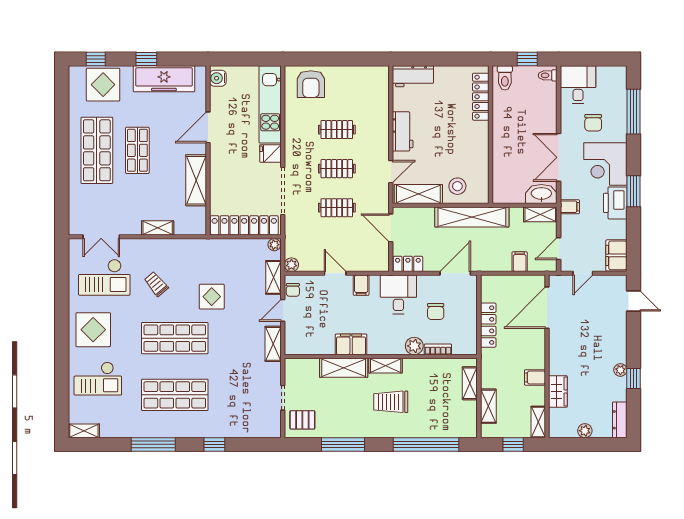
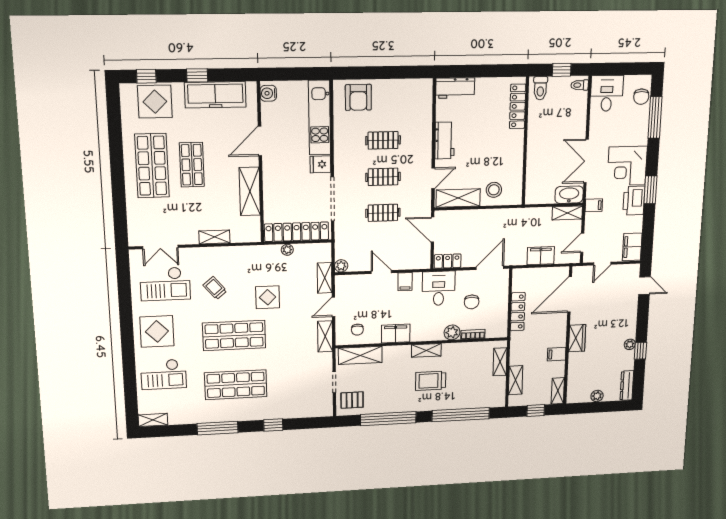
chair: (593, 123) -> (641, 97), moved
shelving: (472, 217) -> (506, 217), removed
plant: (274, 245) -> (287, 250), moved
filing cabinet: (520, 262) -> (541, 256), width x2.00
chair: (293, 290) -> (357, 330), moved
shelving: (344, 368) -> (360, 355), moved
wardrobe: (558, 391) -> (577, 338), moved
window: (343, 444) -> (388, 419), width x1.46

